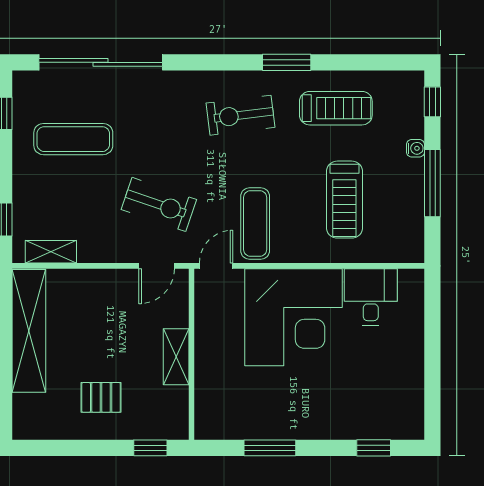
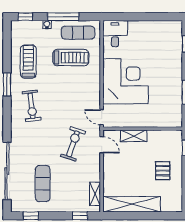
exercise mat: (255, 224) -> (78, 33), moved
desk: (371, 297) -> (115, 34), moved, turned 90
shelving: (176, 357) -> (134, 136), moved

